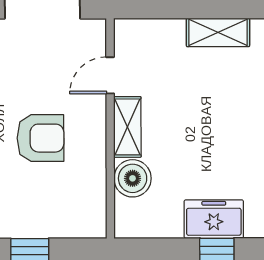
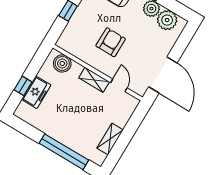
armchair: (40, 138) -> (111, 42), turned 180
boiler: (133, 178) -> (62, 63), moved

